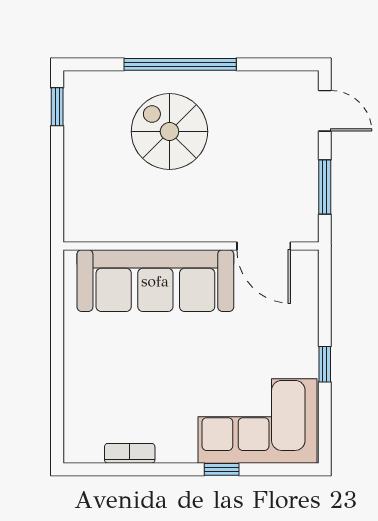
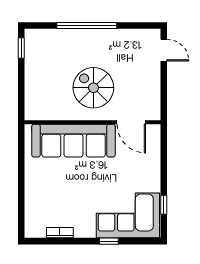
spiral stairs: (169, 132) -> (93, 88), moved
window: (325, 187) -> (164, 91), removed
window: (325, 364) -> (164, 205), moved

